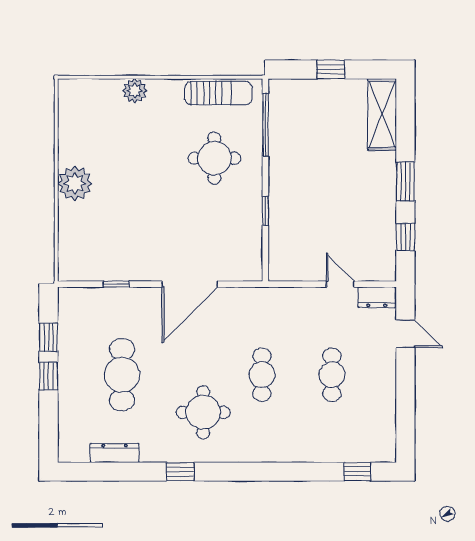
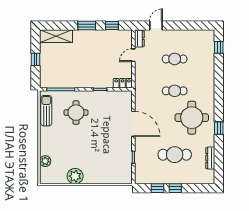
plant: (135, 91) -> (45, 161), moved
plant: (75, 183) -> (75, 176), moved
locker: (279, 260) -> (123, 83), added
round table: (203, 412) -> (192, 118), width x1.36, depth x1.36

